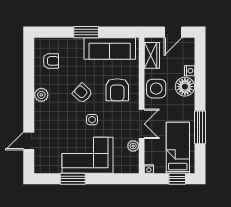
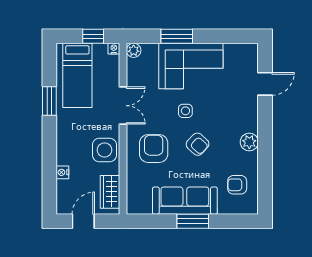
sofa: (110, 48) -> (185, 201), moved
floor lamp: (185, 87) -> (68, 152), removed
double door: (142, 124) -> (123, 106), swing flipped
window: (200, 127) -> (49, 101), width x0.69
plant: (133, 146) -> (134, 50), moved
window: (73, 179) -> (177, 36), moved
window: (177, 179) -> (93, 36), moved

